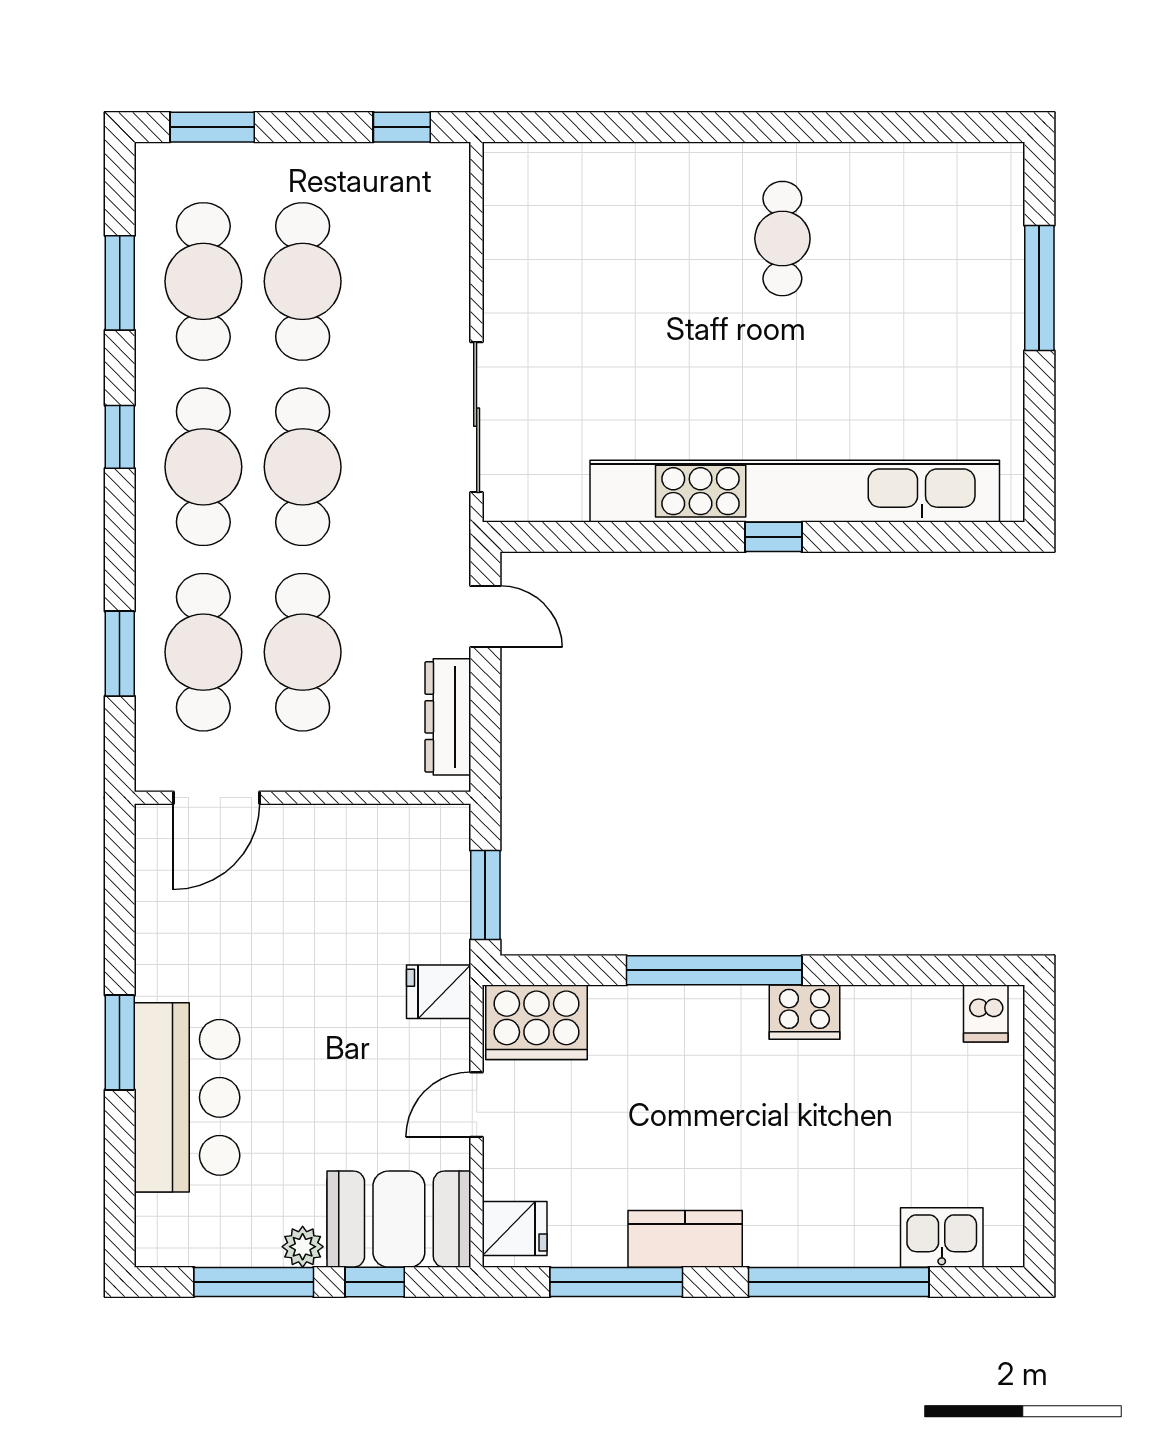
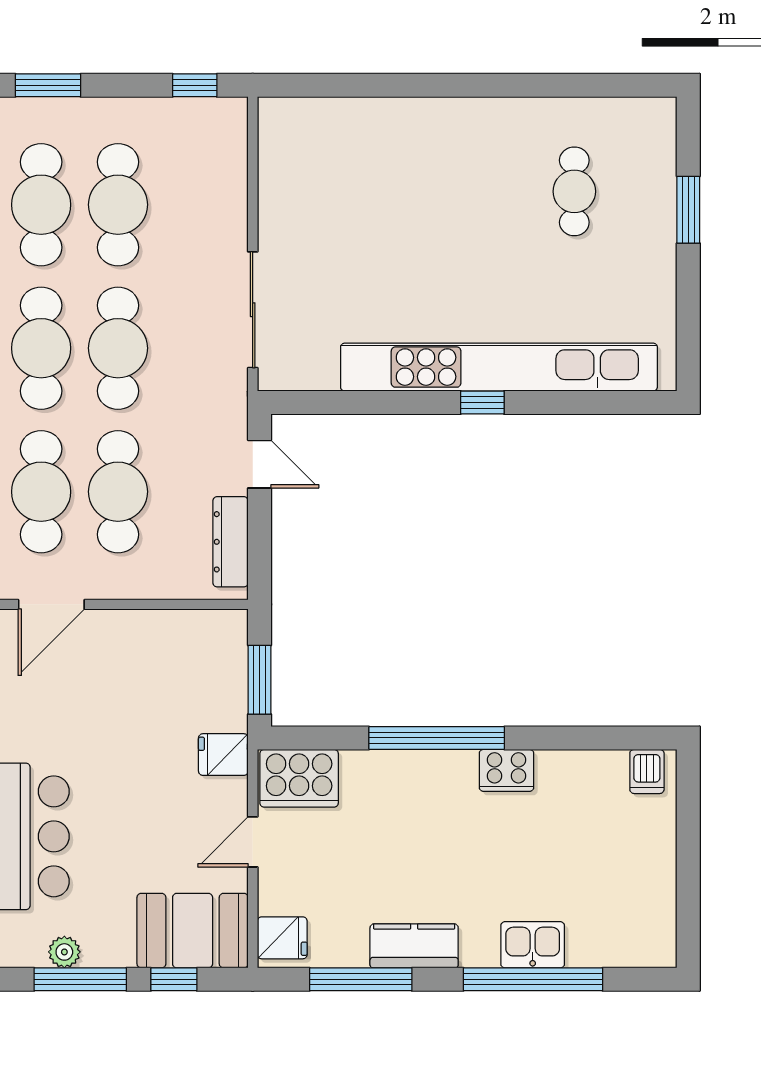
cafe table: (782, 239) -> (574, 191), moved
window: (1039, 288) -> (688, 210), width x0.69
kitchen sink: (942, 1237) -> (533, 945), moved
plant: (303, 1247) -> (64, 952), moved

